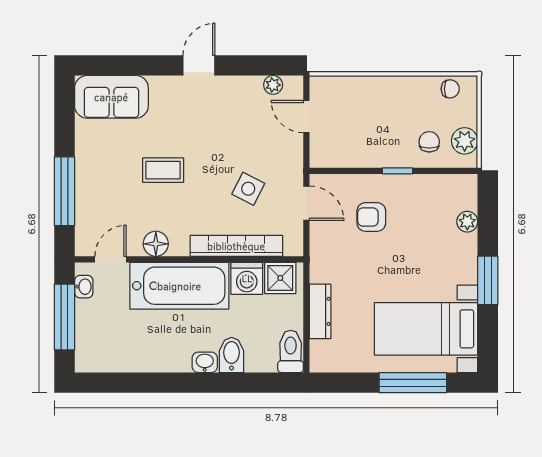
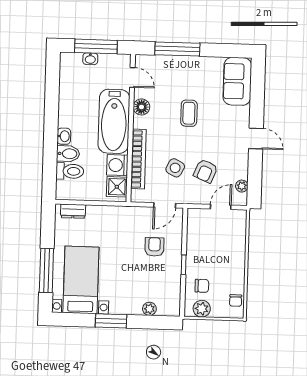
armchair: (252, 142) -> (206, 171), added
washbasin: (84, 287) -> (90, 59), moved
dresser: (320, 311) -> (73, 211), moved, width x0.70
toilet: (291, 351) -> (70, 171), moved

